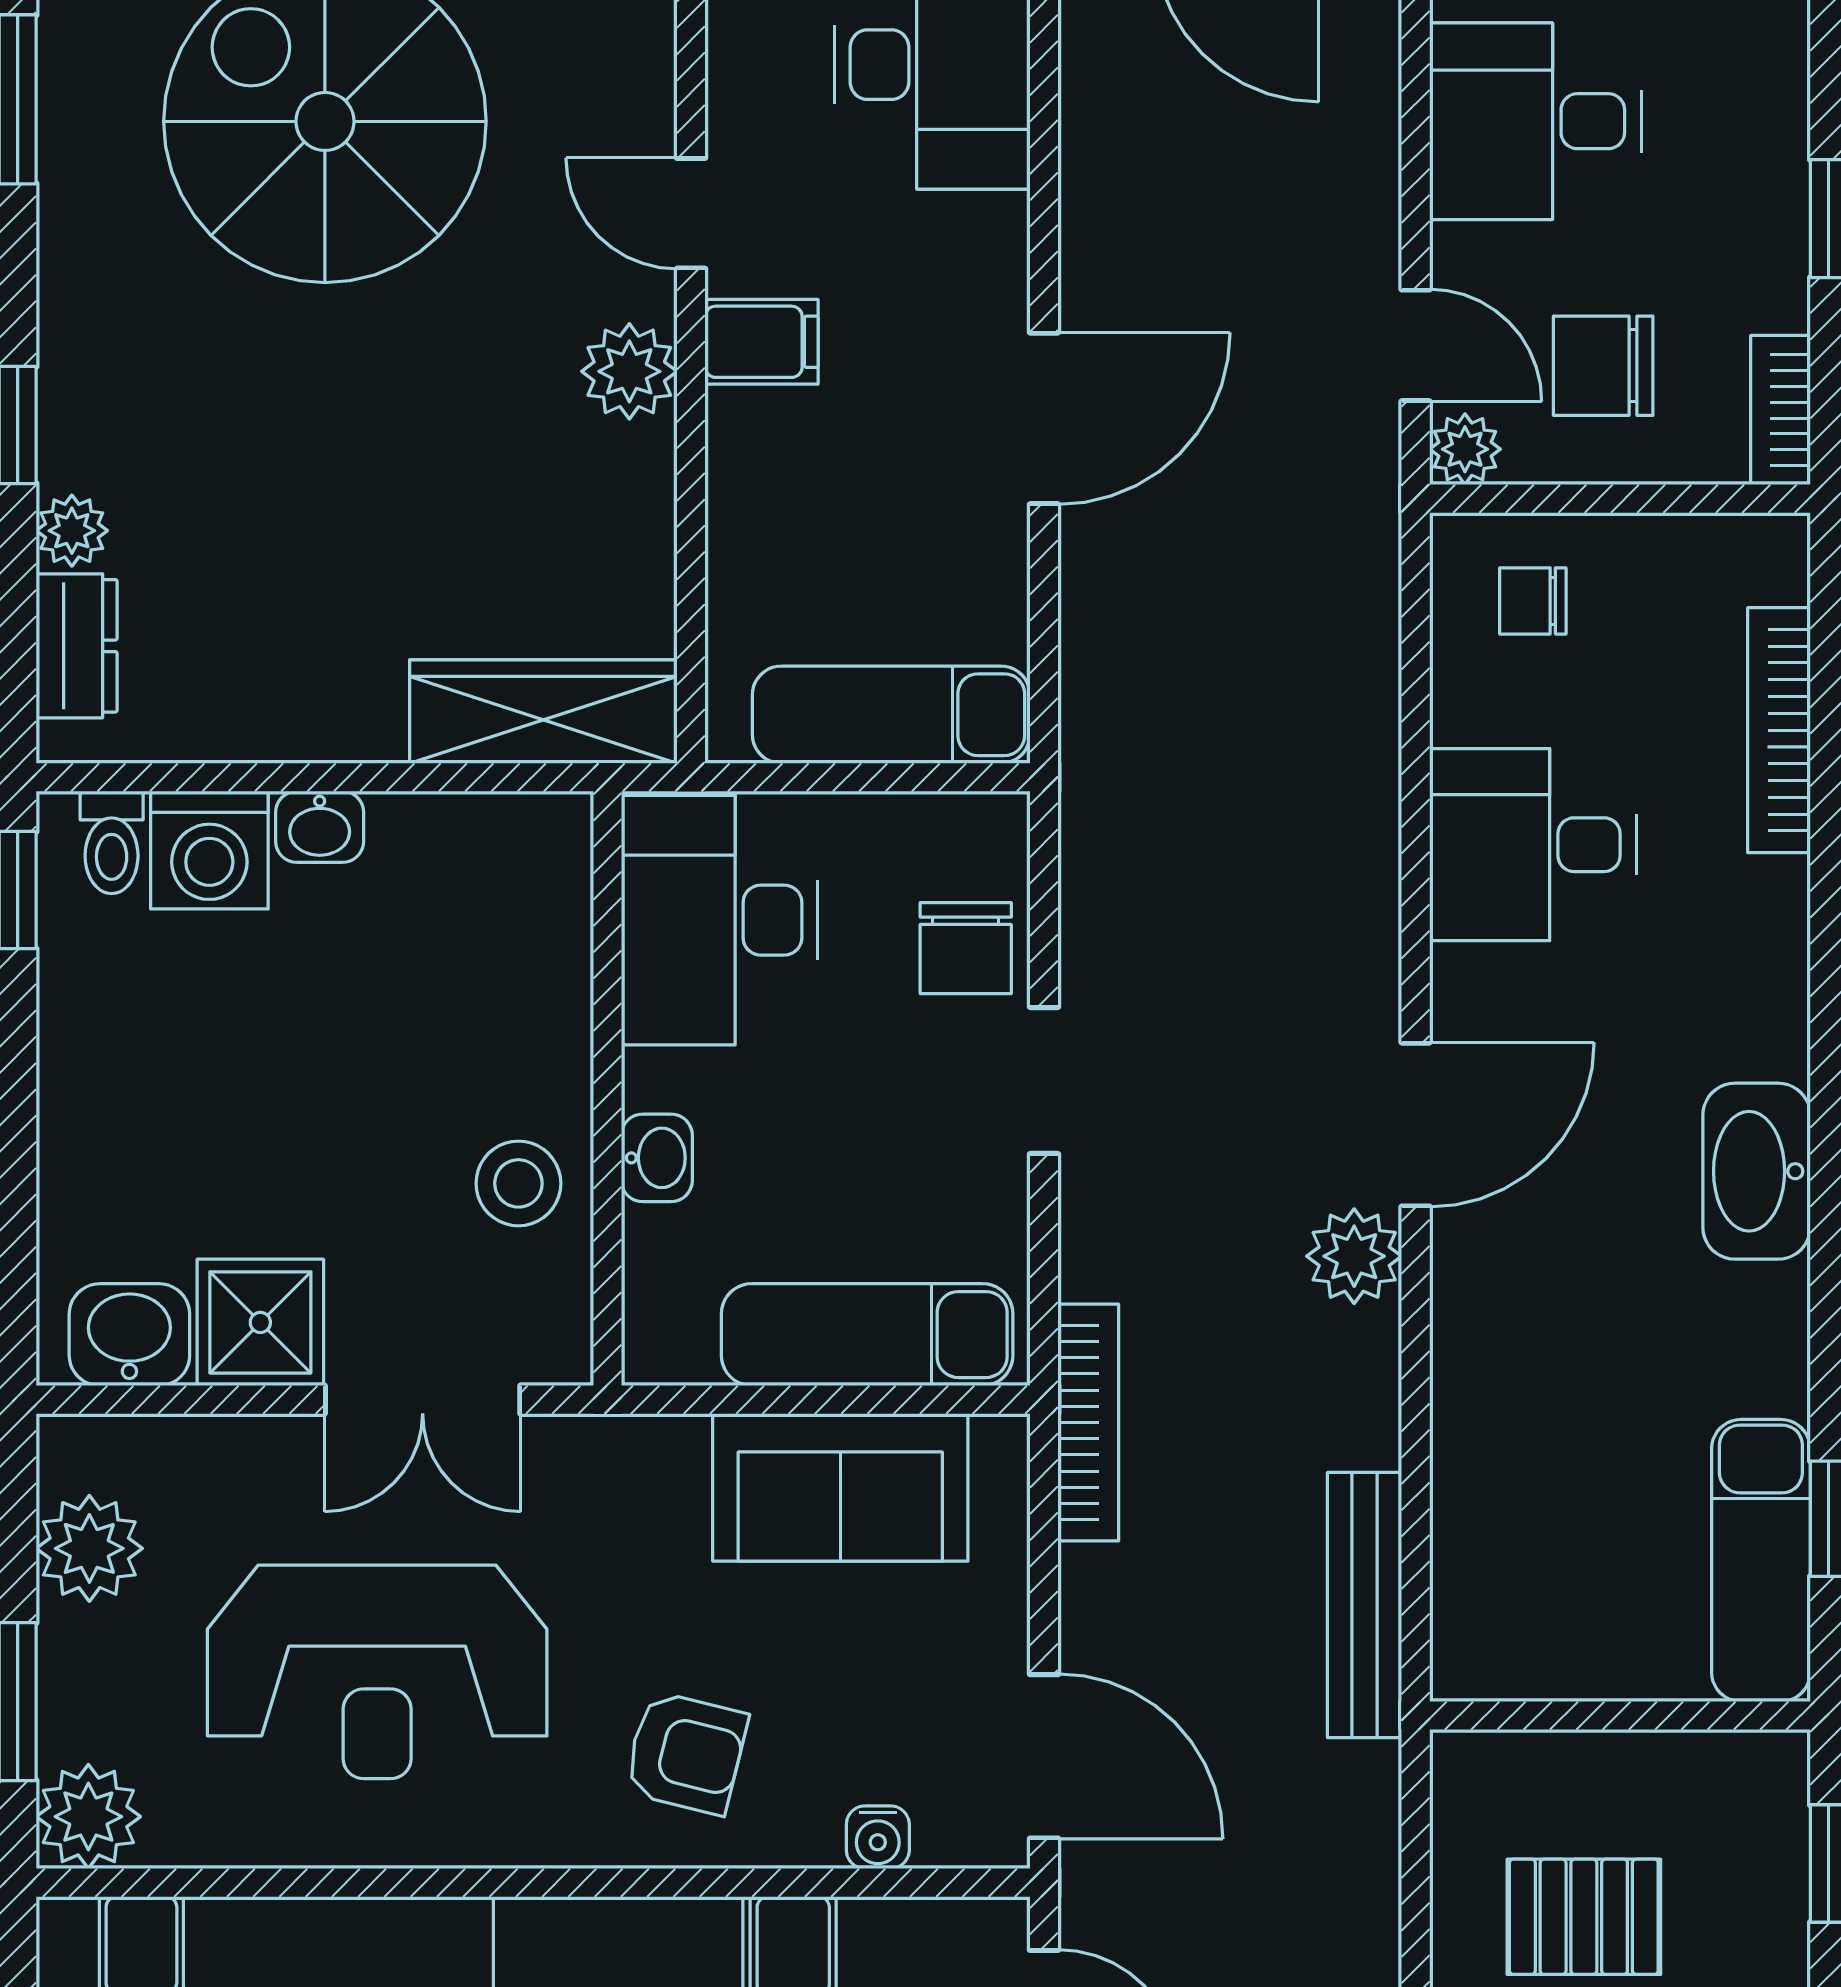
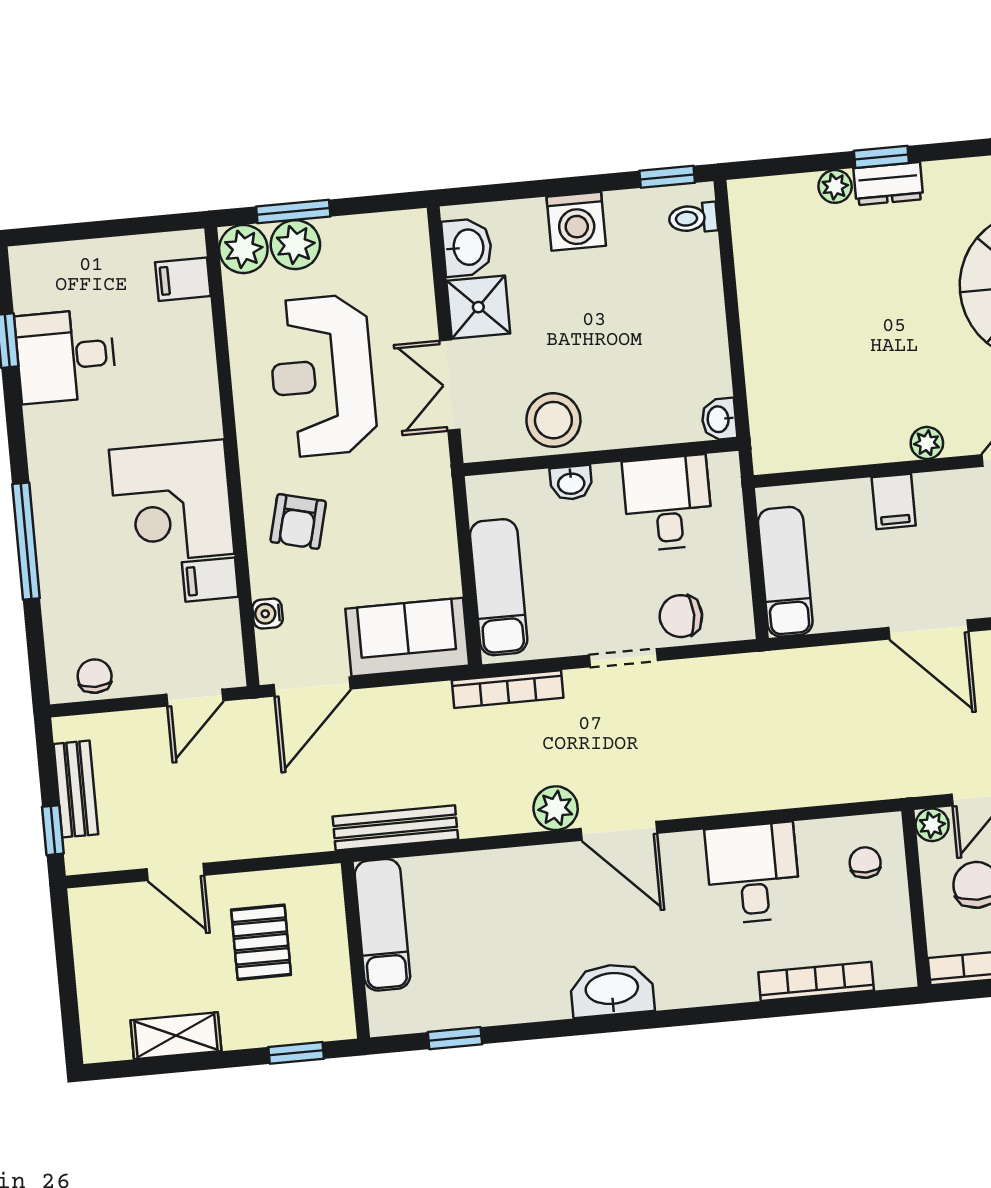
filing cabinet: (762, 342) -> (894, 501), moved
plant: (629, 371) -> (927, 443), width x0.73, depth x0.73
dresser: (77, 646) -> (888, 184), moved
wardrobe: (543, 712) -> (772, 411), removed
washbasin: (320, 827) -> (719, 419), moved
washing machine: (209, 850) -> (576, 221), moved, turned -90
desk: (719, 920) -> (668, 503), width x0.73
stool: (518, 1183) -> (553, 420), width x1.38, depth x1.38
bookcase: (1088, 1422) -> (508, 689), moved
sofa: (840, 1487) -> (407, 637), moved, turned 90
plant: (89, 1548) -> (295, 245), moved
exam couch: (1761, 1560) -> (382, 925), moved, turned 90

